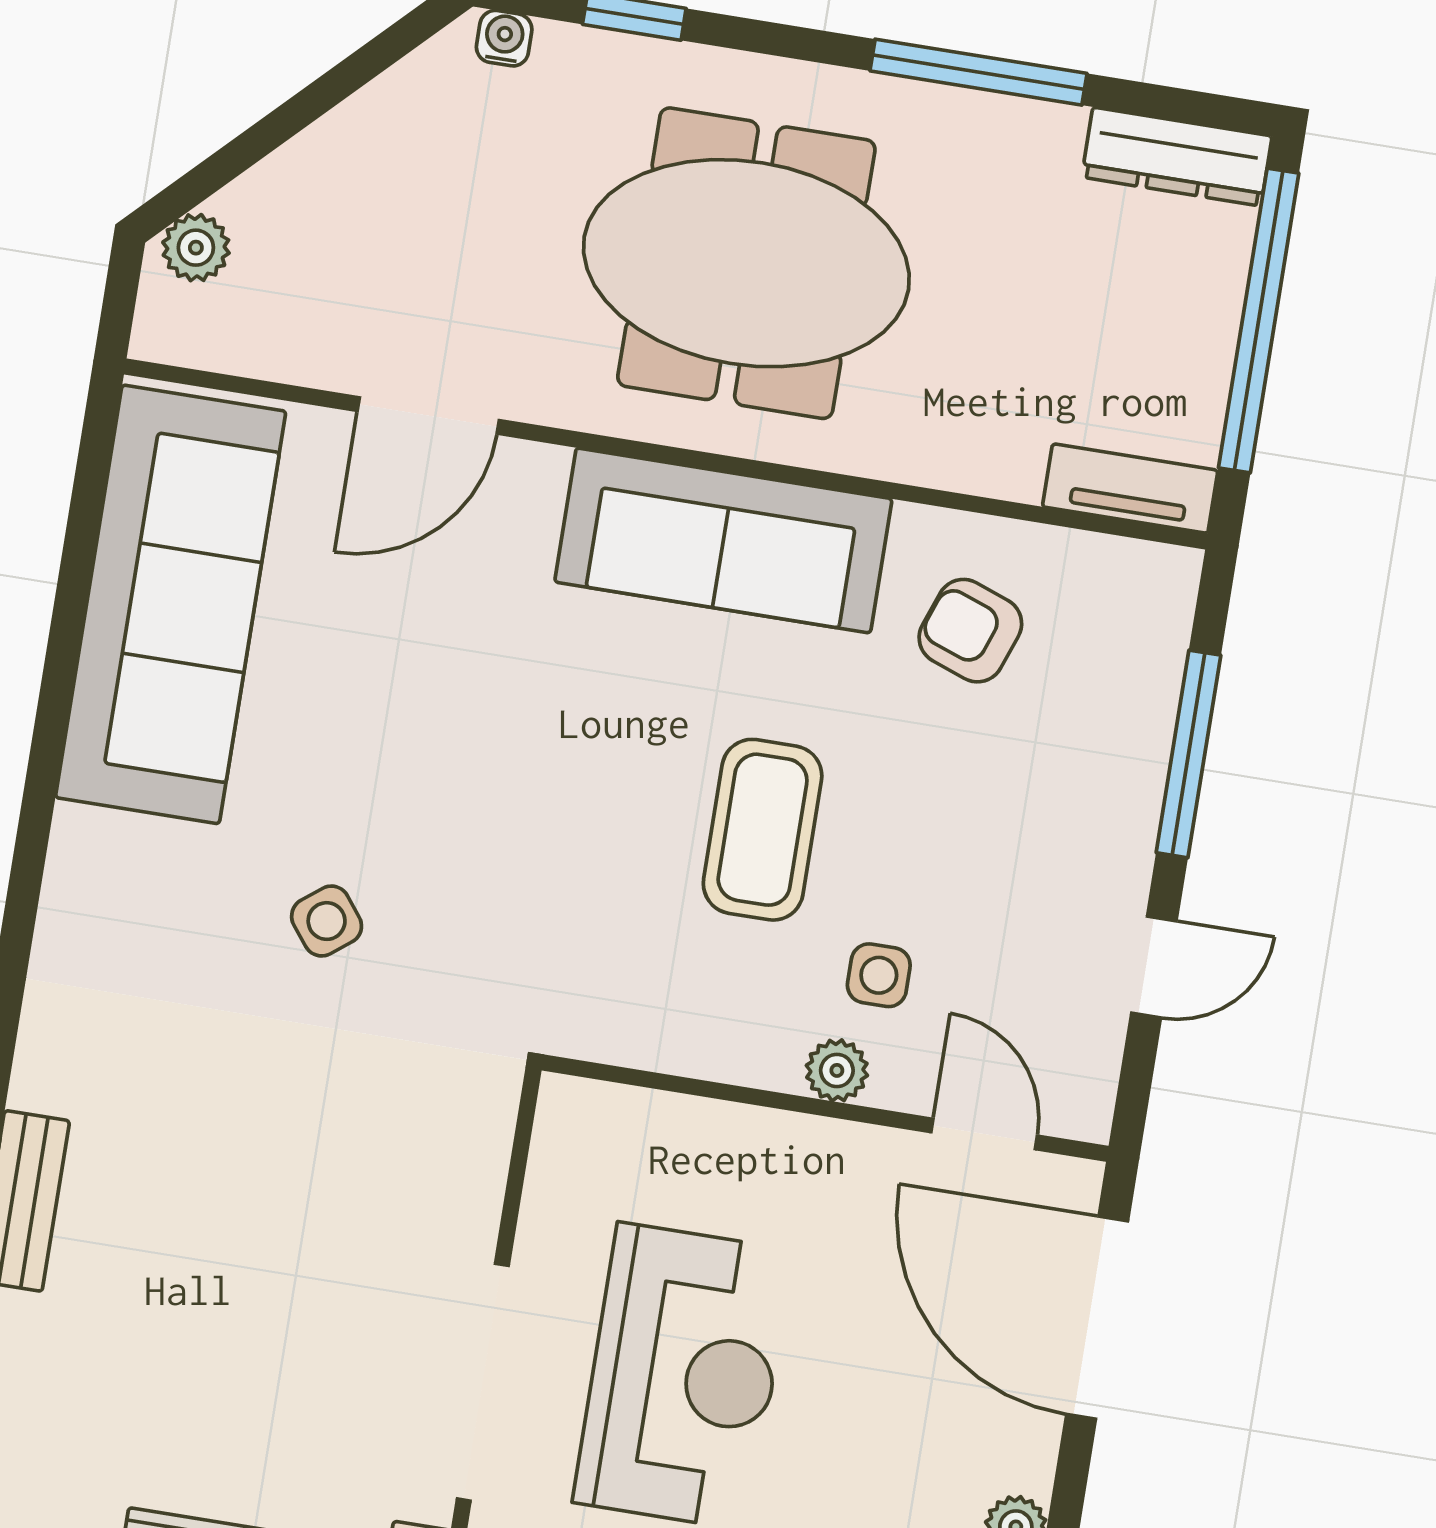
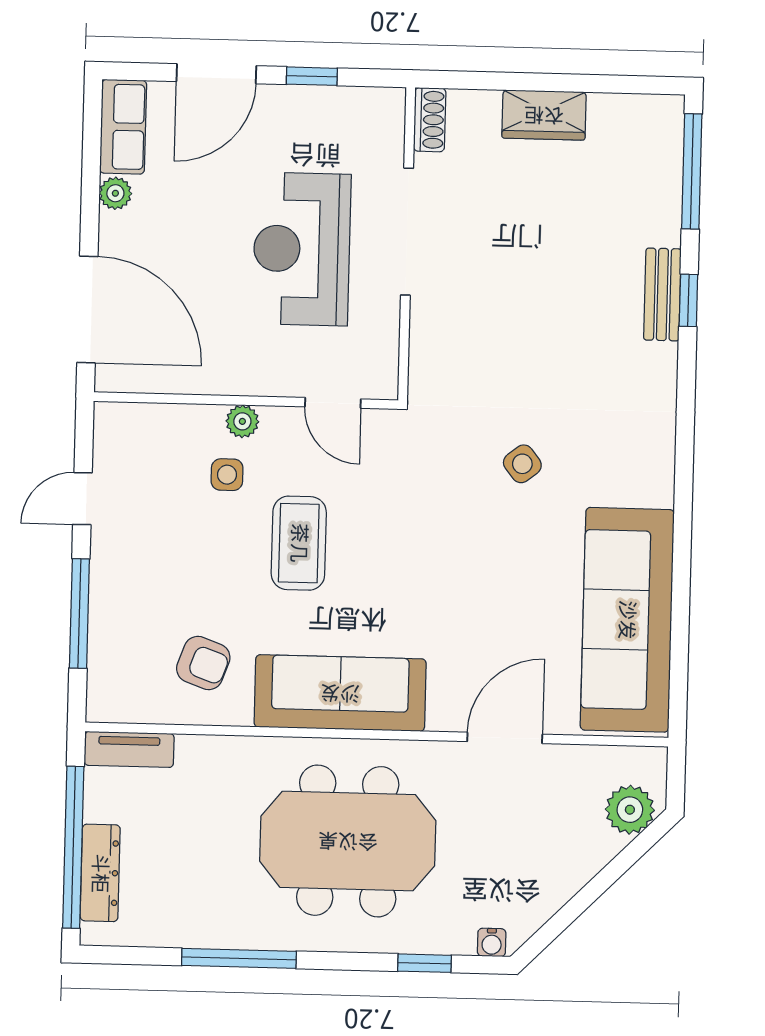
dresser: (1177, 157) -> (100, 873), moved, turned 90
plant: (196, 248) -> (630, 810), width x1.38, depth x1.38
door: (984, 1134) -> (333, 403), moved

